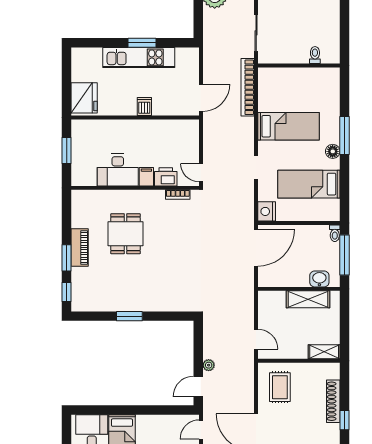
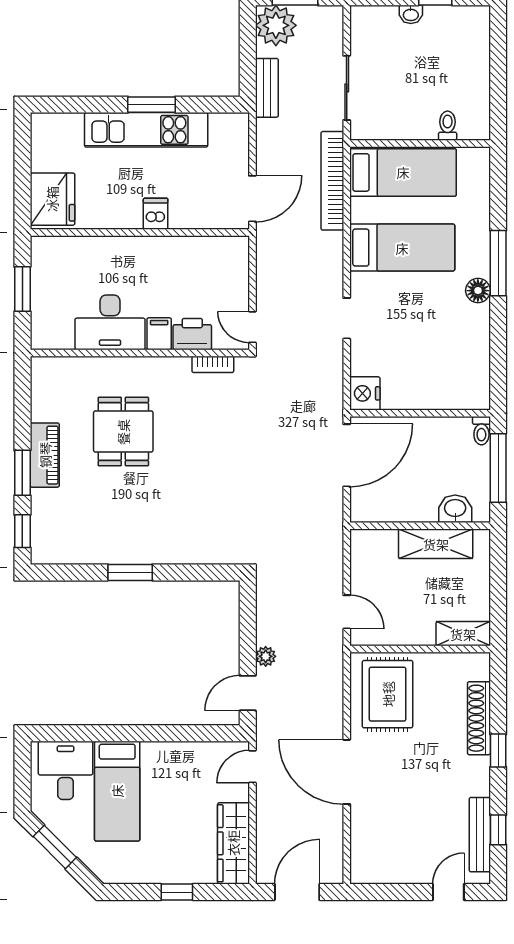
bench: (209, 33) -> (267, 88), added
bed: (309, 184) -> (403, 172), moved, turned 180
rug: (280, 387) -> (388, 694), width x1.36, depth x1.43

